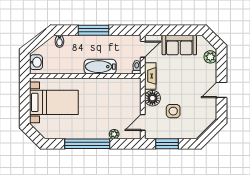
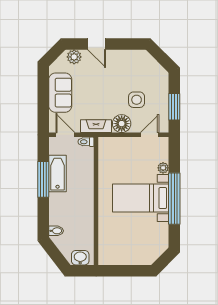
window: (94, 30) -> (43, 179), moved
bathtub: (100, 67) -> (58, 174), moved, turned 180
door: (222, 90) -> (97, 44), moved
bed with nightstands: (54, 102) -> (141, 198), moved, turned -90
door: (143, 122) -> (150, 135), swing flipped

